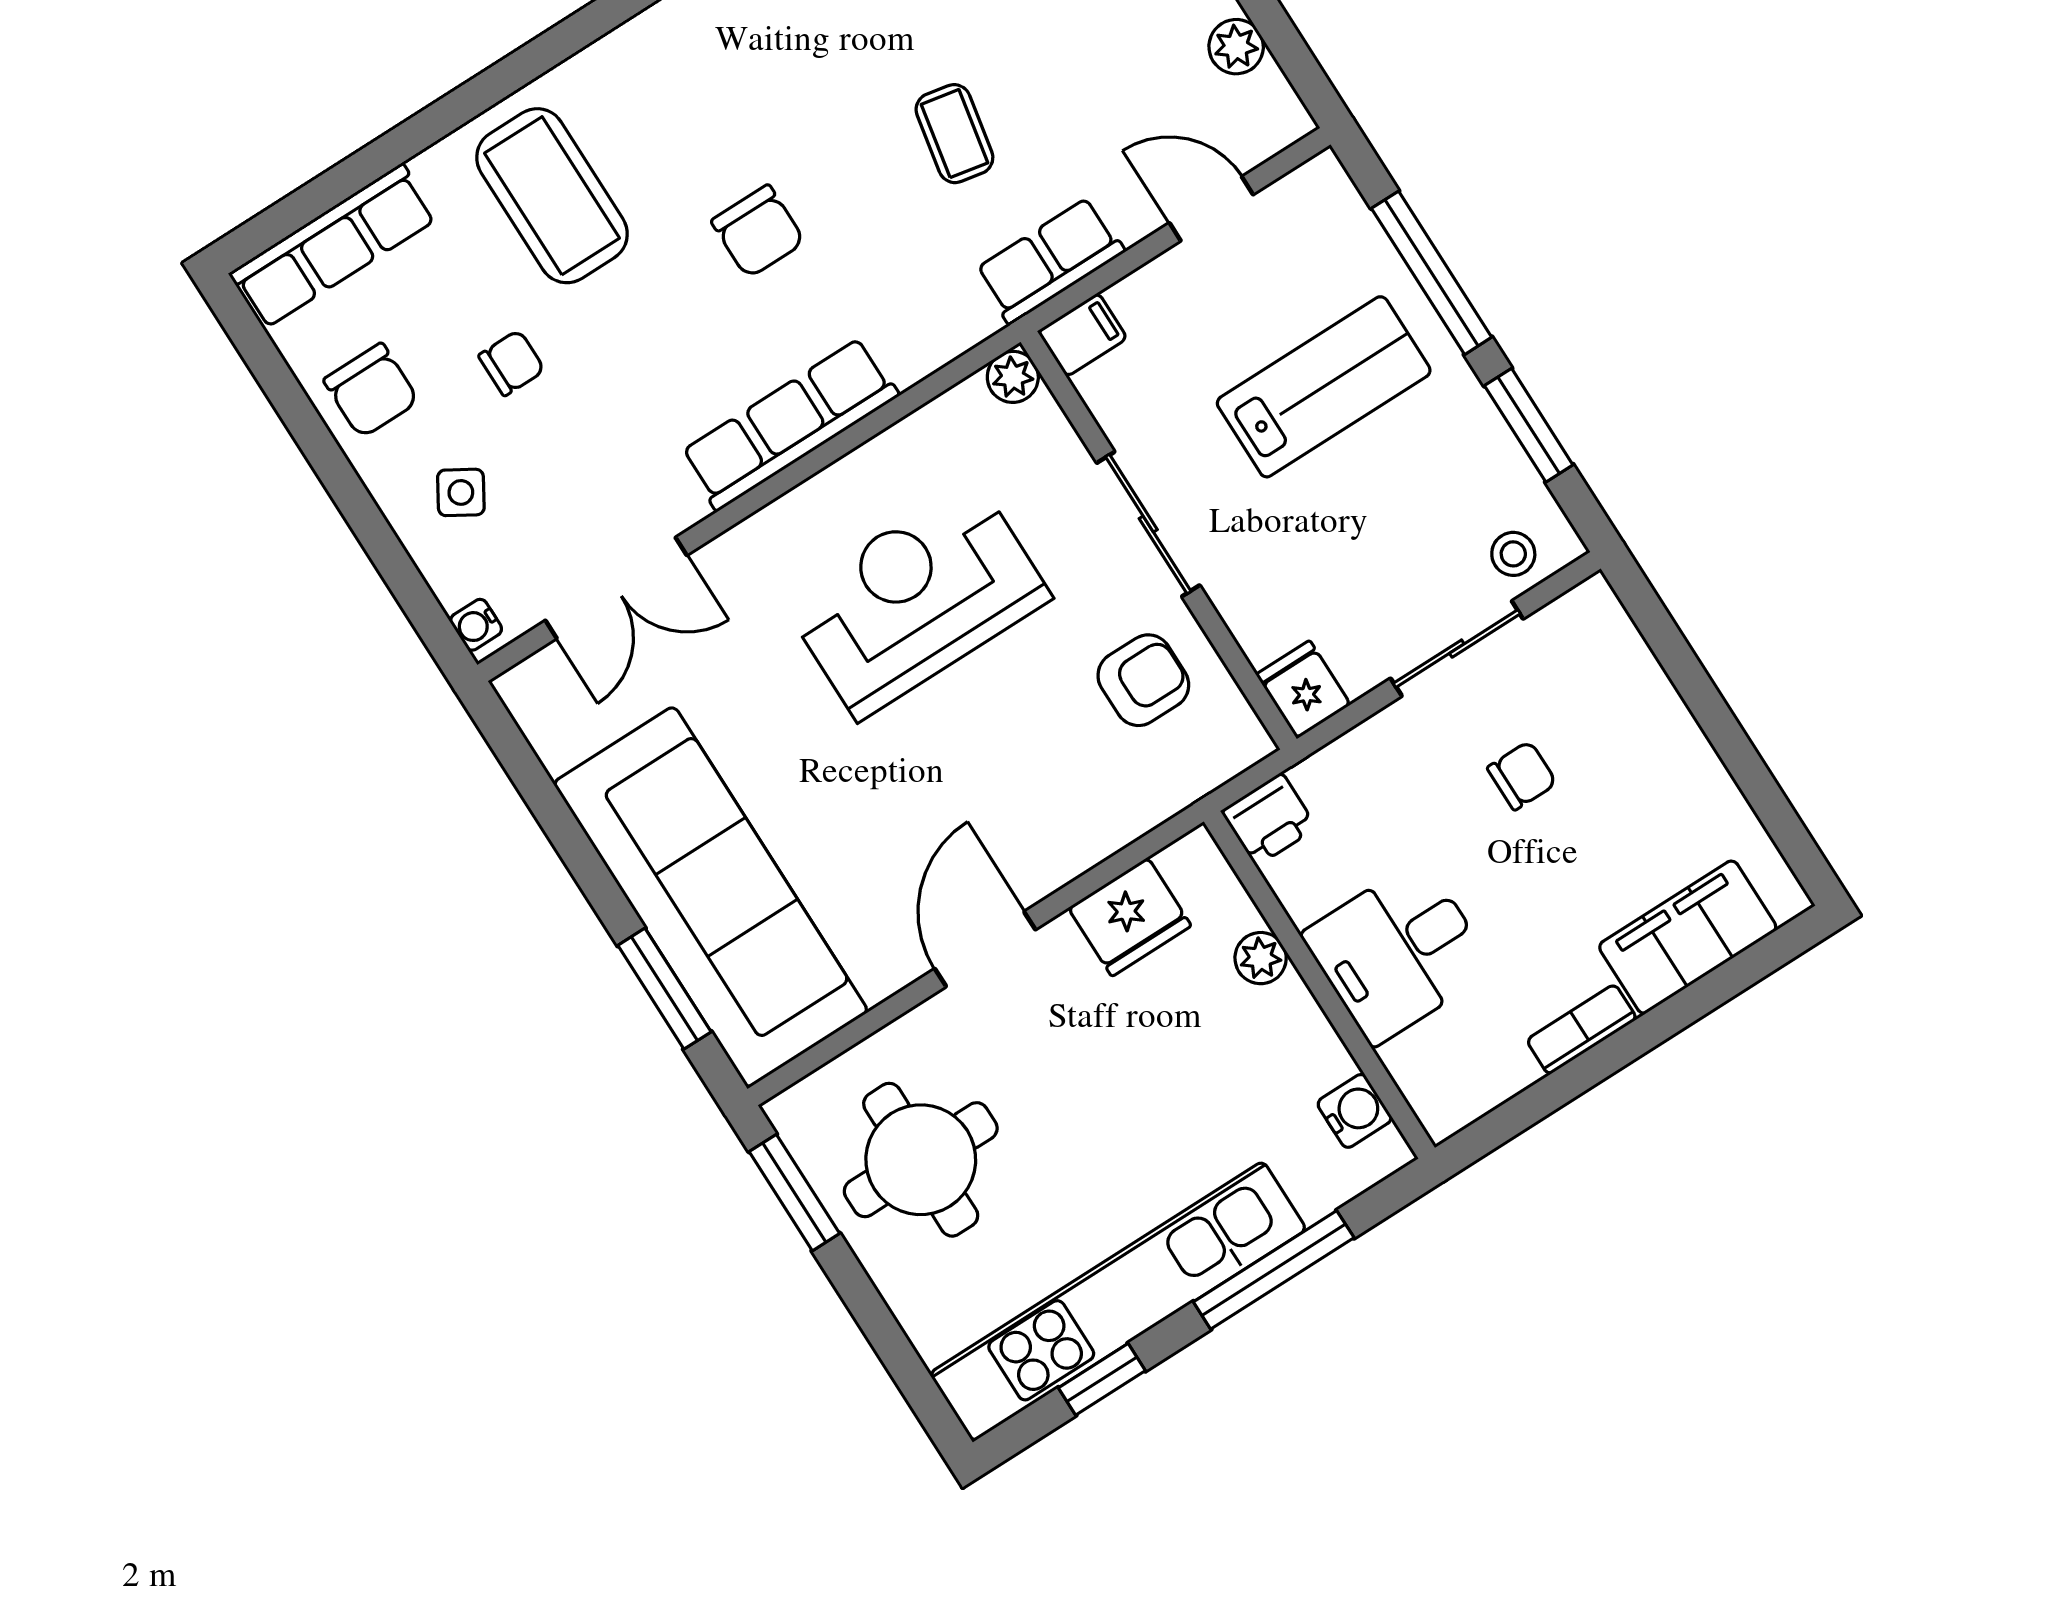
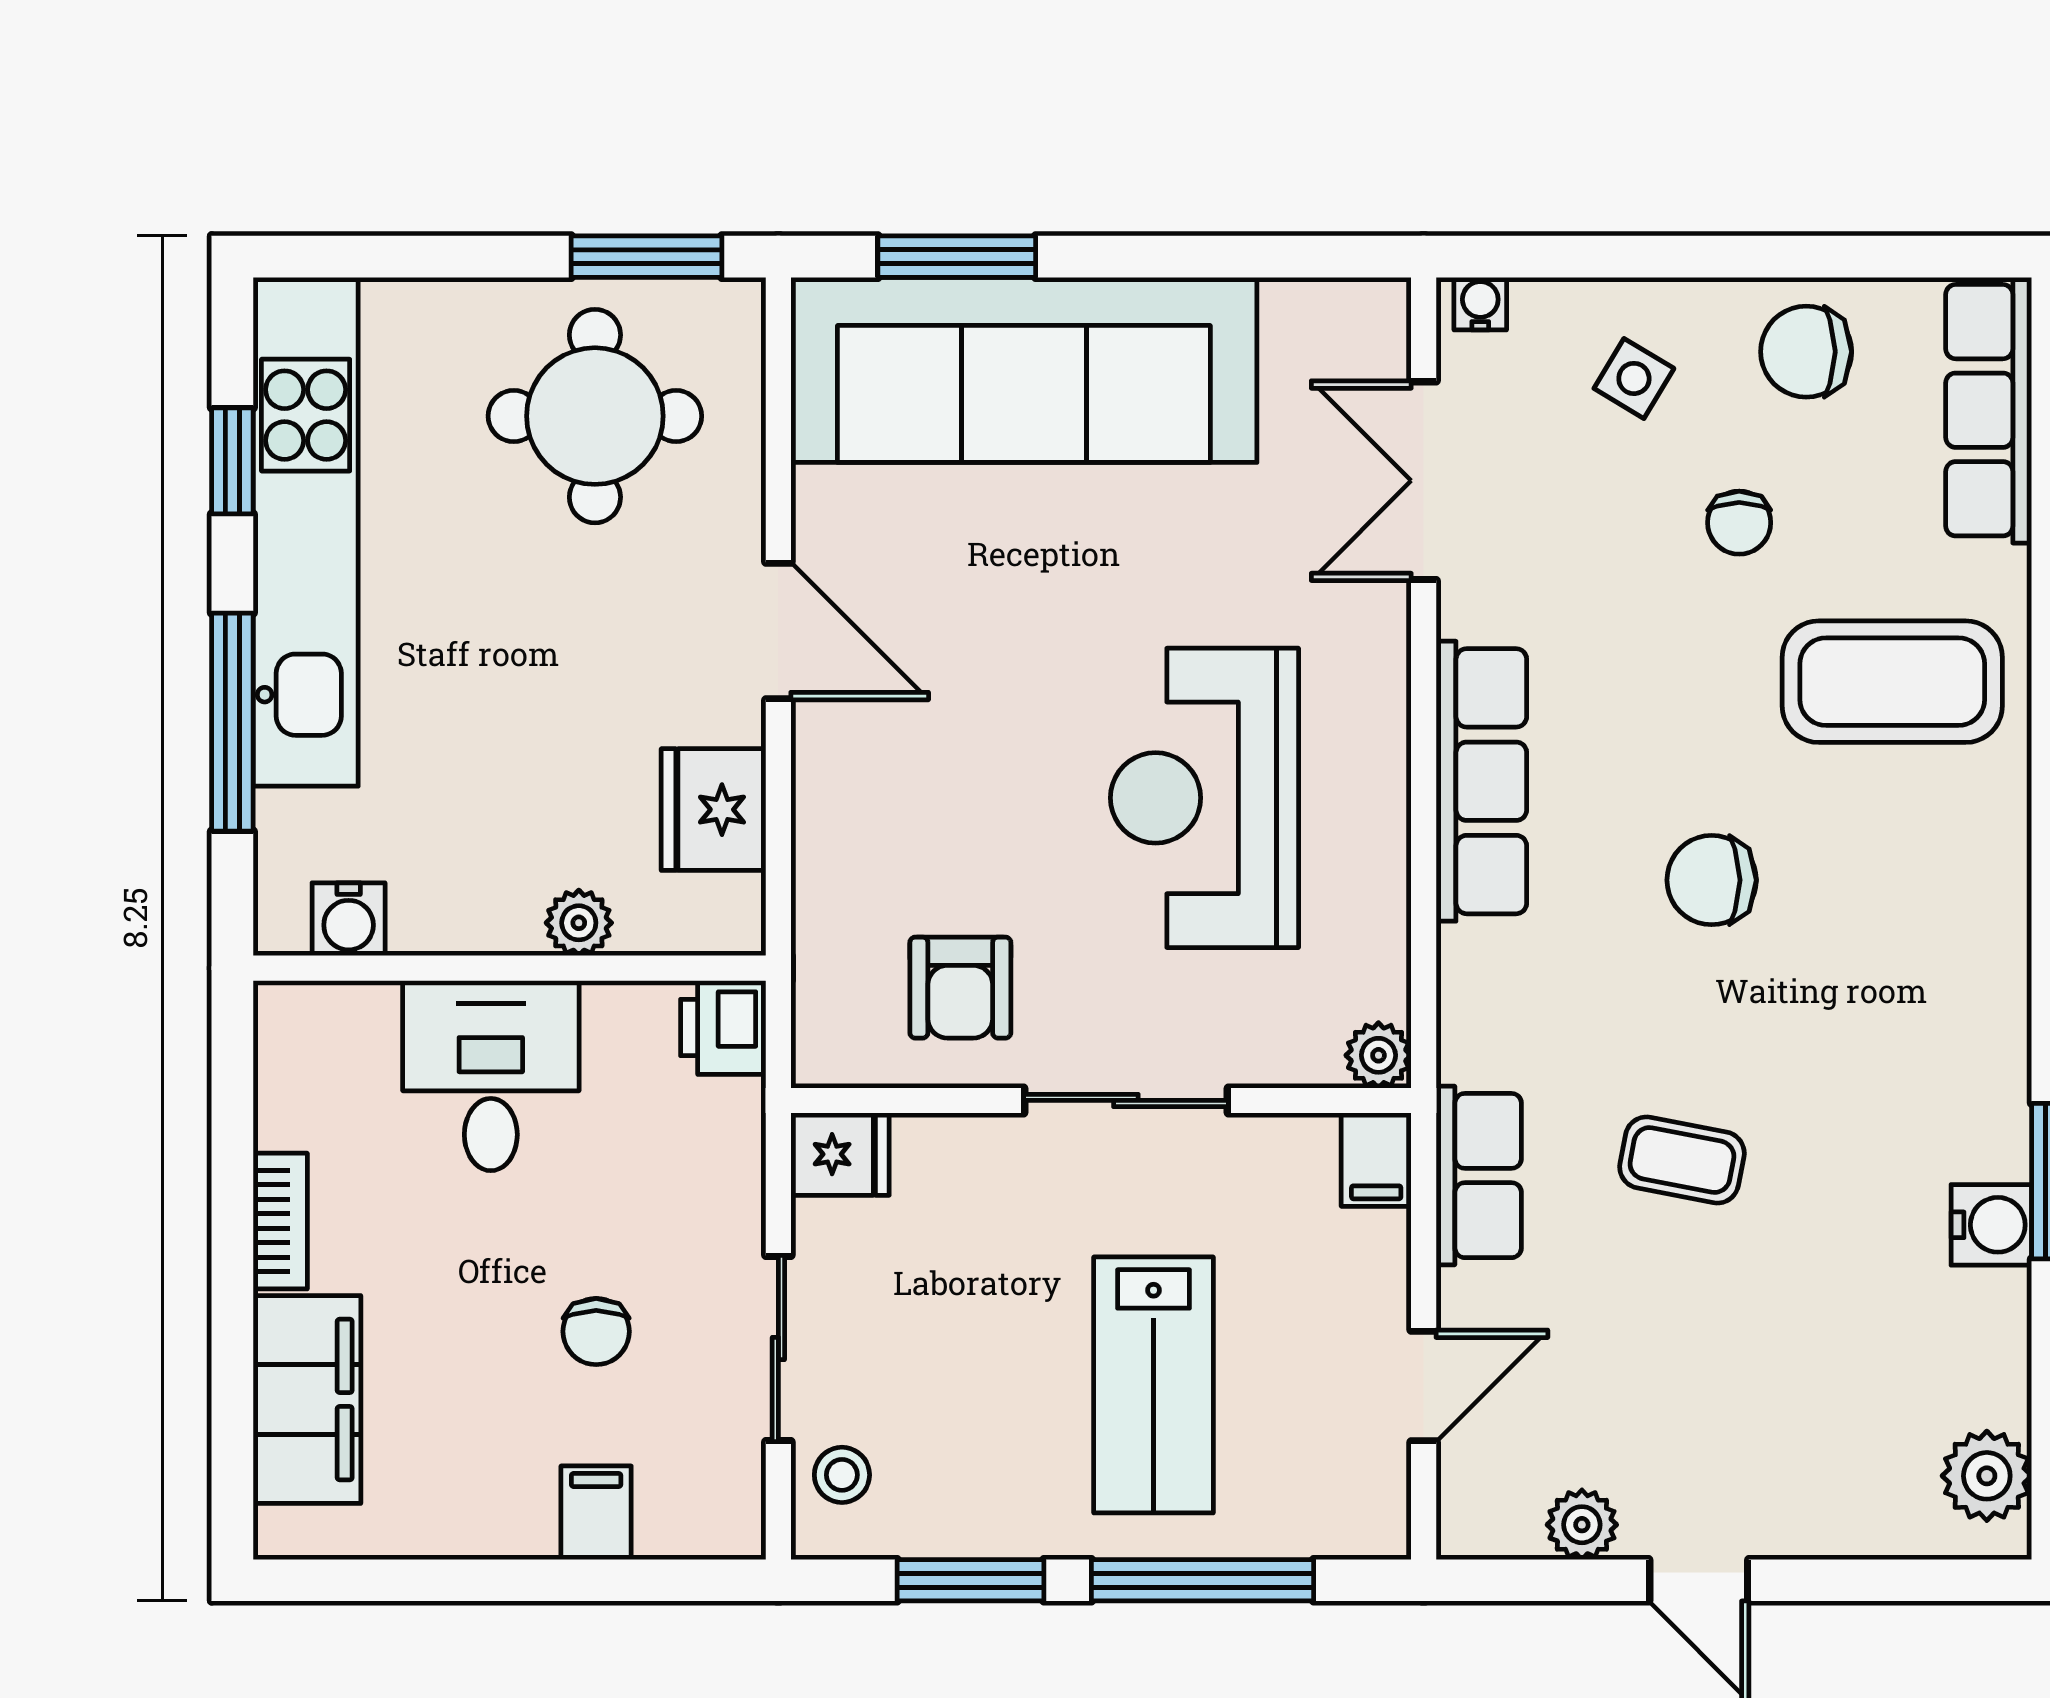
reception desk: (916, 599) -> (1204, 798), turned 180
filing cabinet: (1641, 700) -> (596, 1513), added

